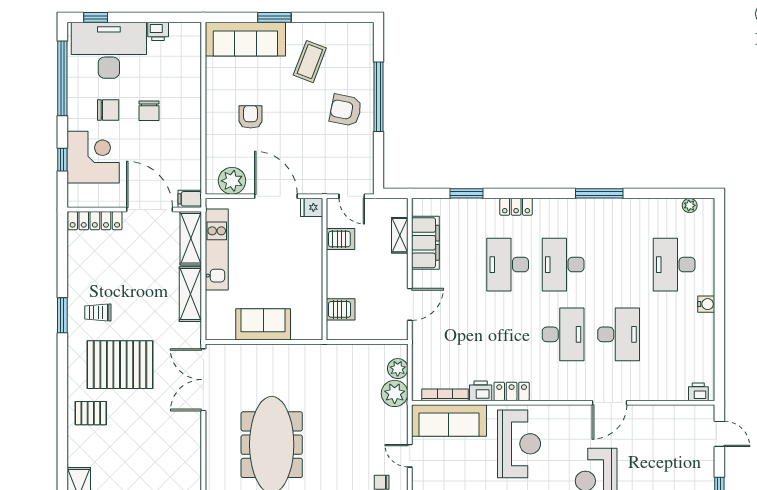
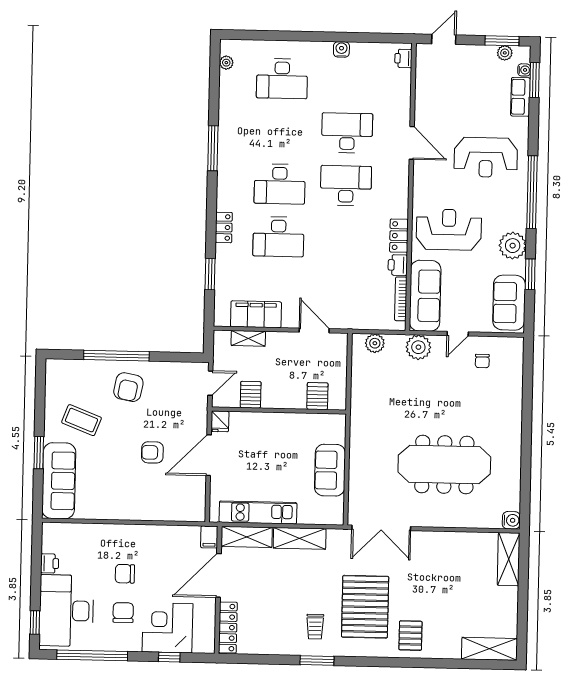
chair: (149, 111) -> (125, 574), turned 180
armchair: (251, 117) -> (152, 452), moved
plant: (232, 181) -> (193, 496), removed
water cooler: (706, 304) -> (341, 49), moved
plant: (395, 393) -> (418, 347), moved

